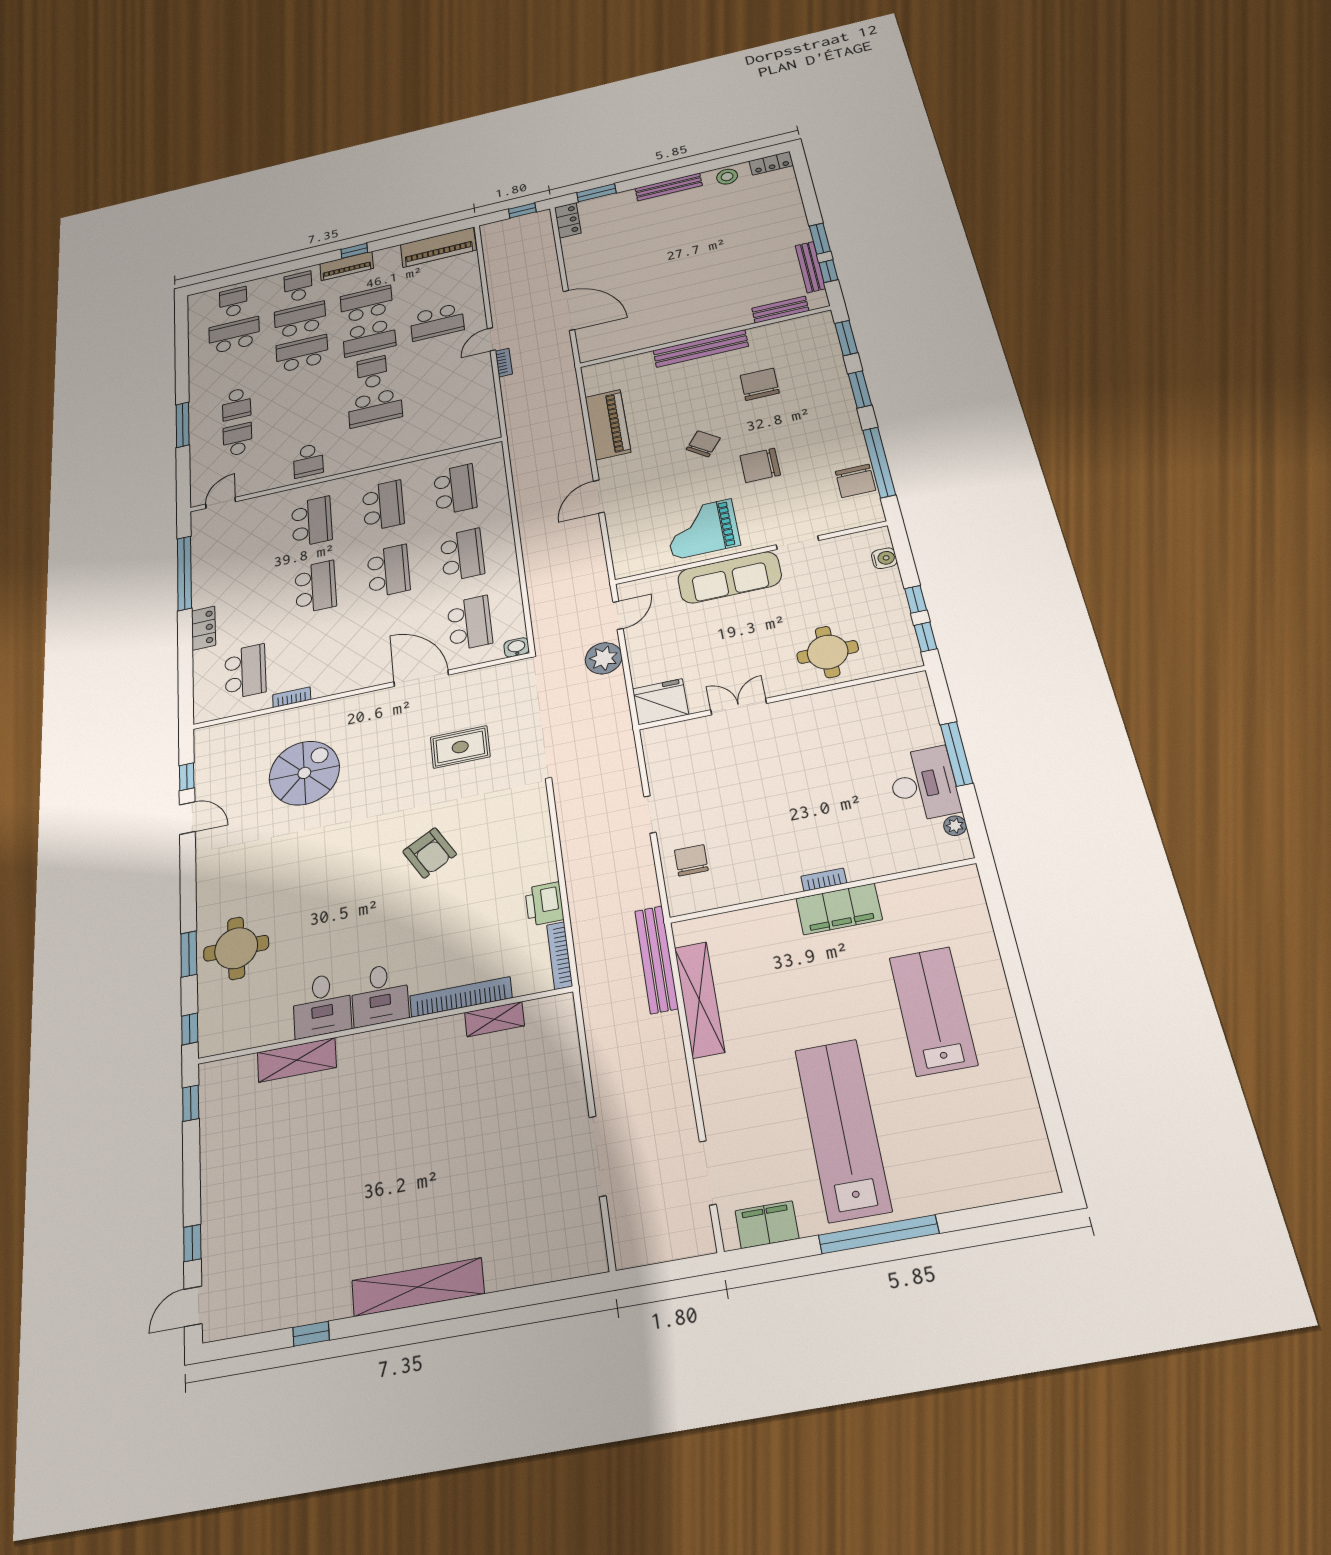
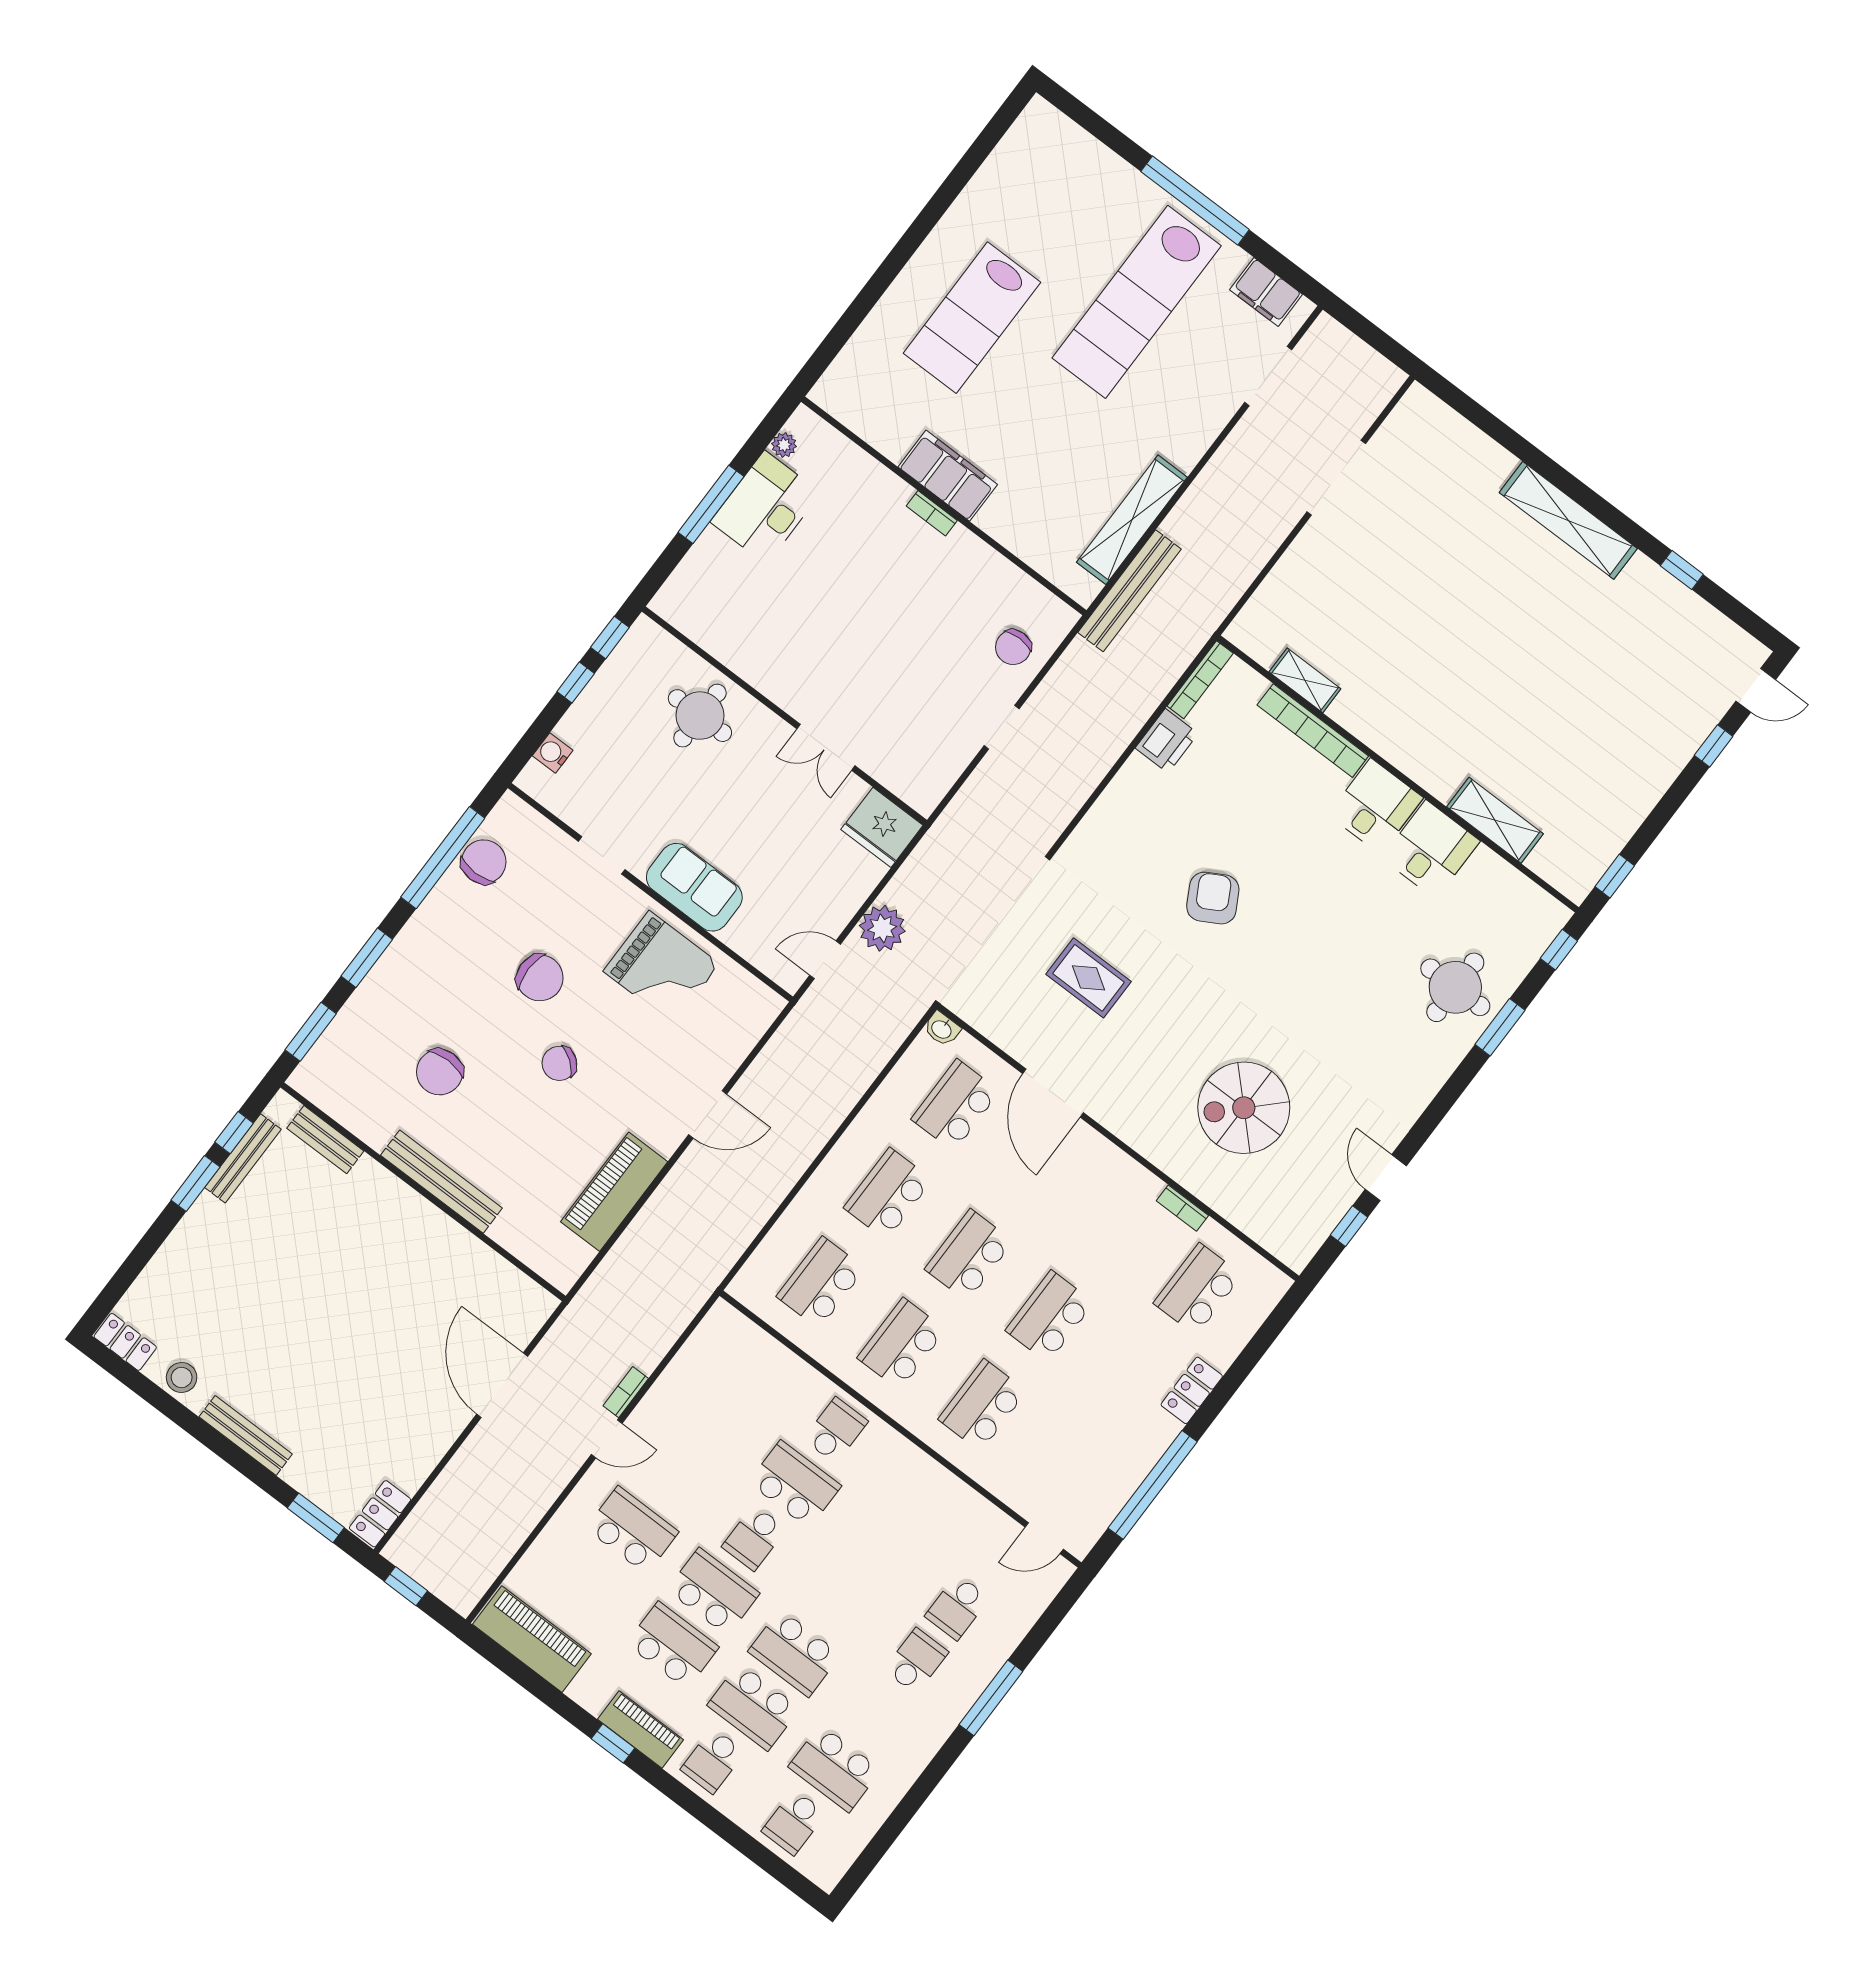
school desk: (366, 304) -> (672, 1645), turned 180
school desk: (308, 461) -> (836, 1430), moved
sofa: (729, 577) -> (694, 887), width x0.73

